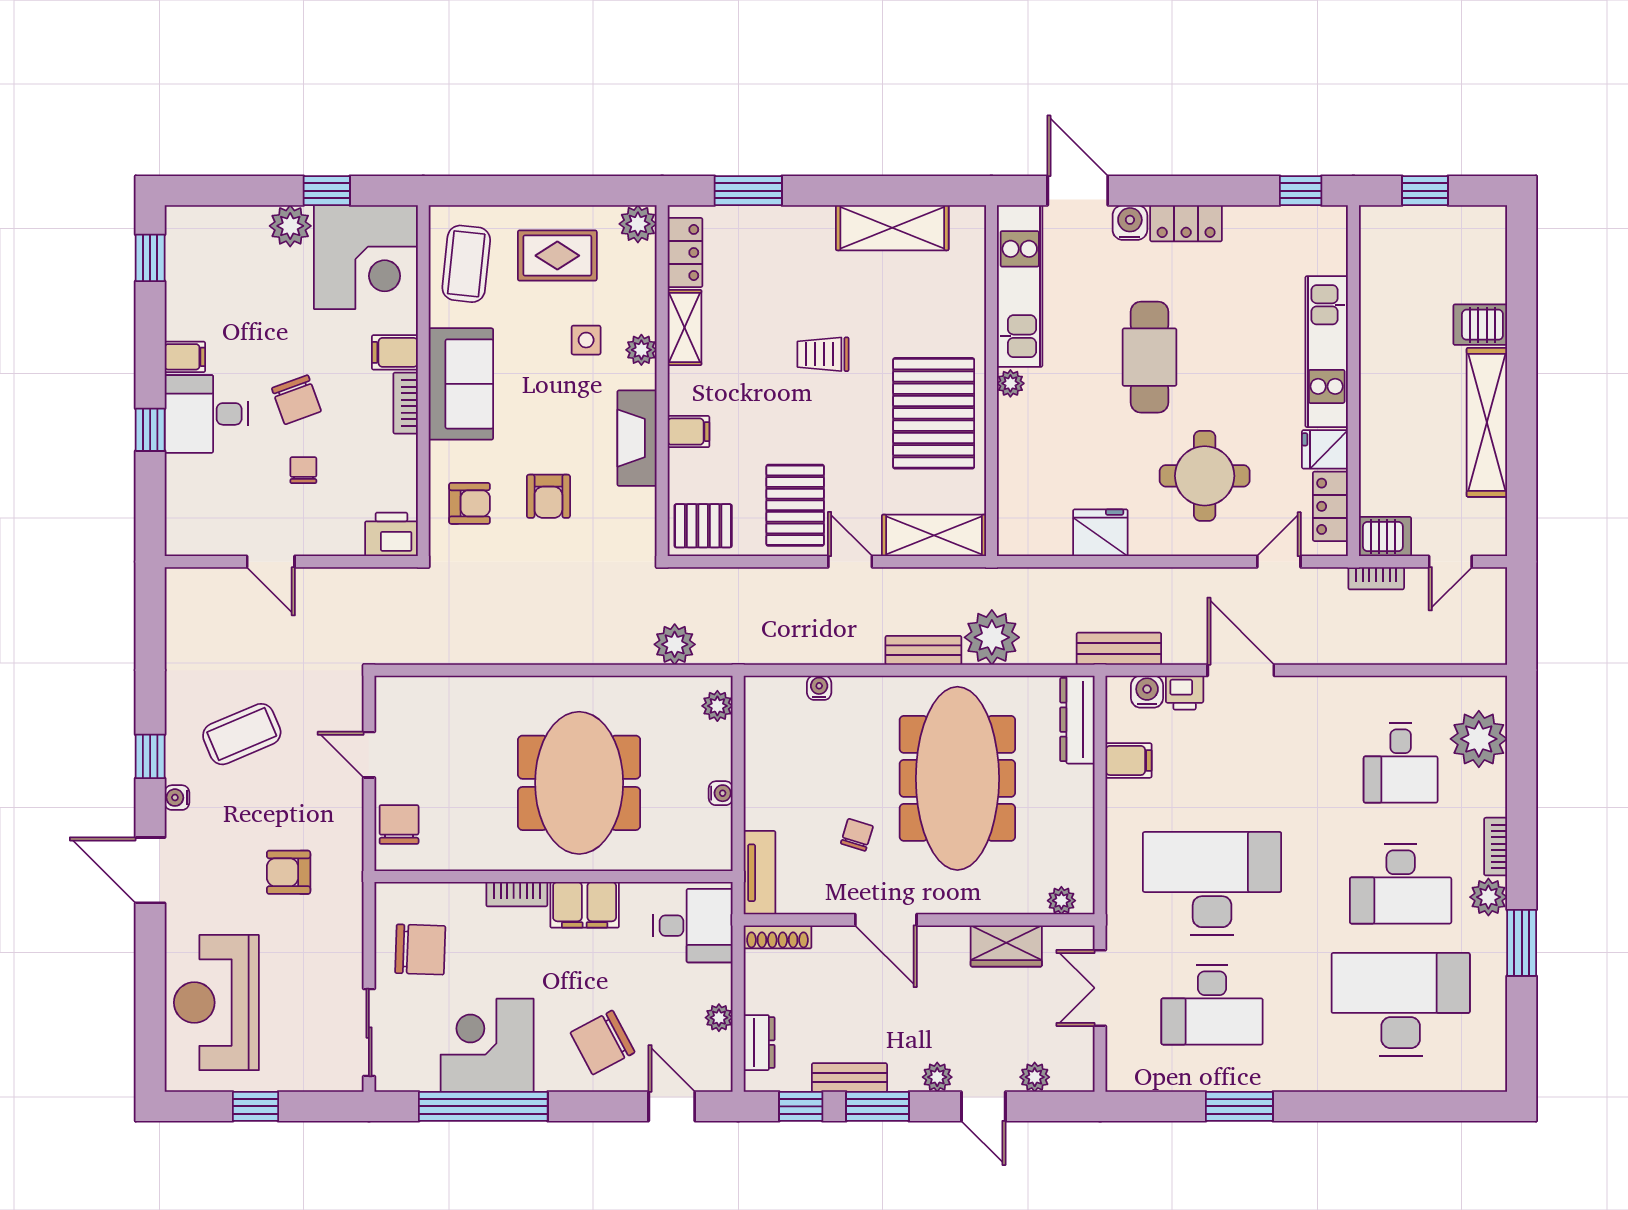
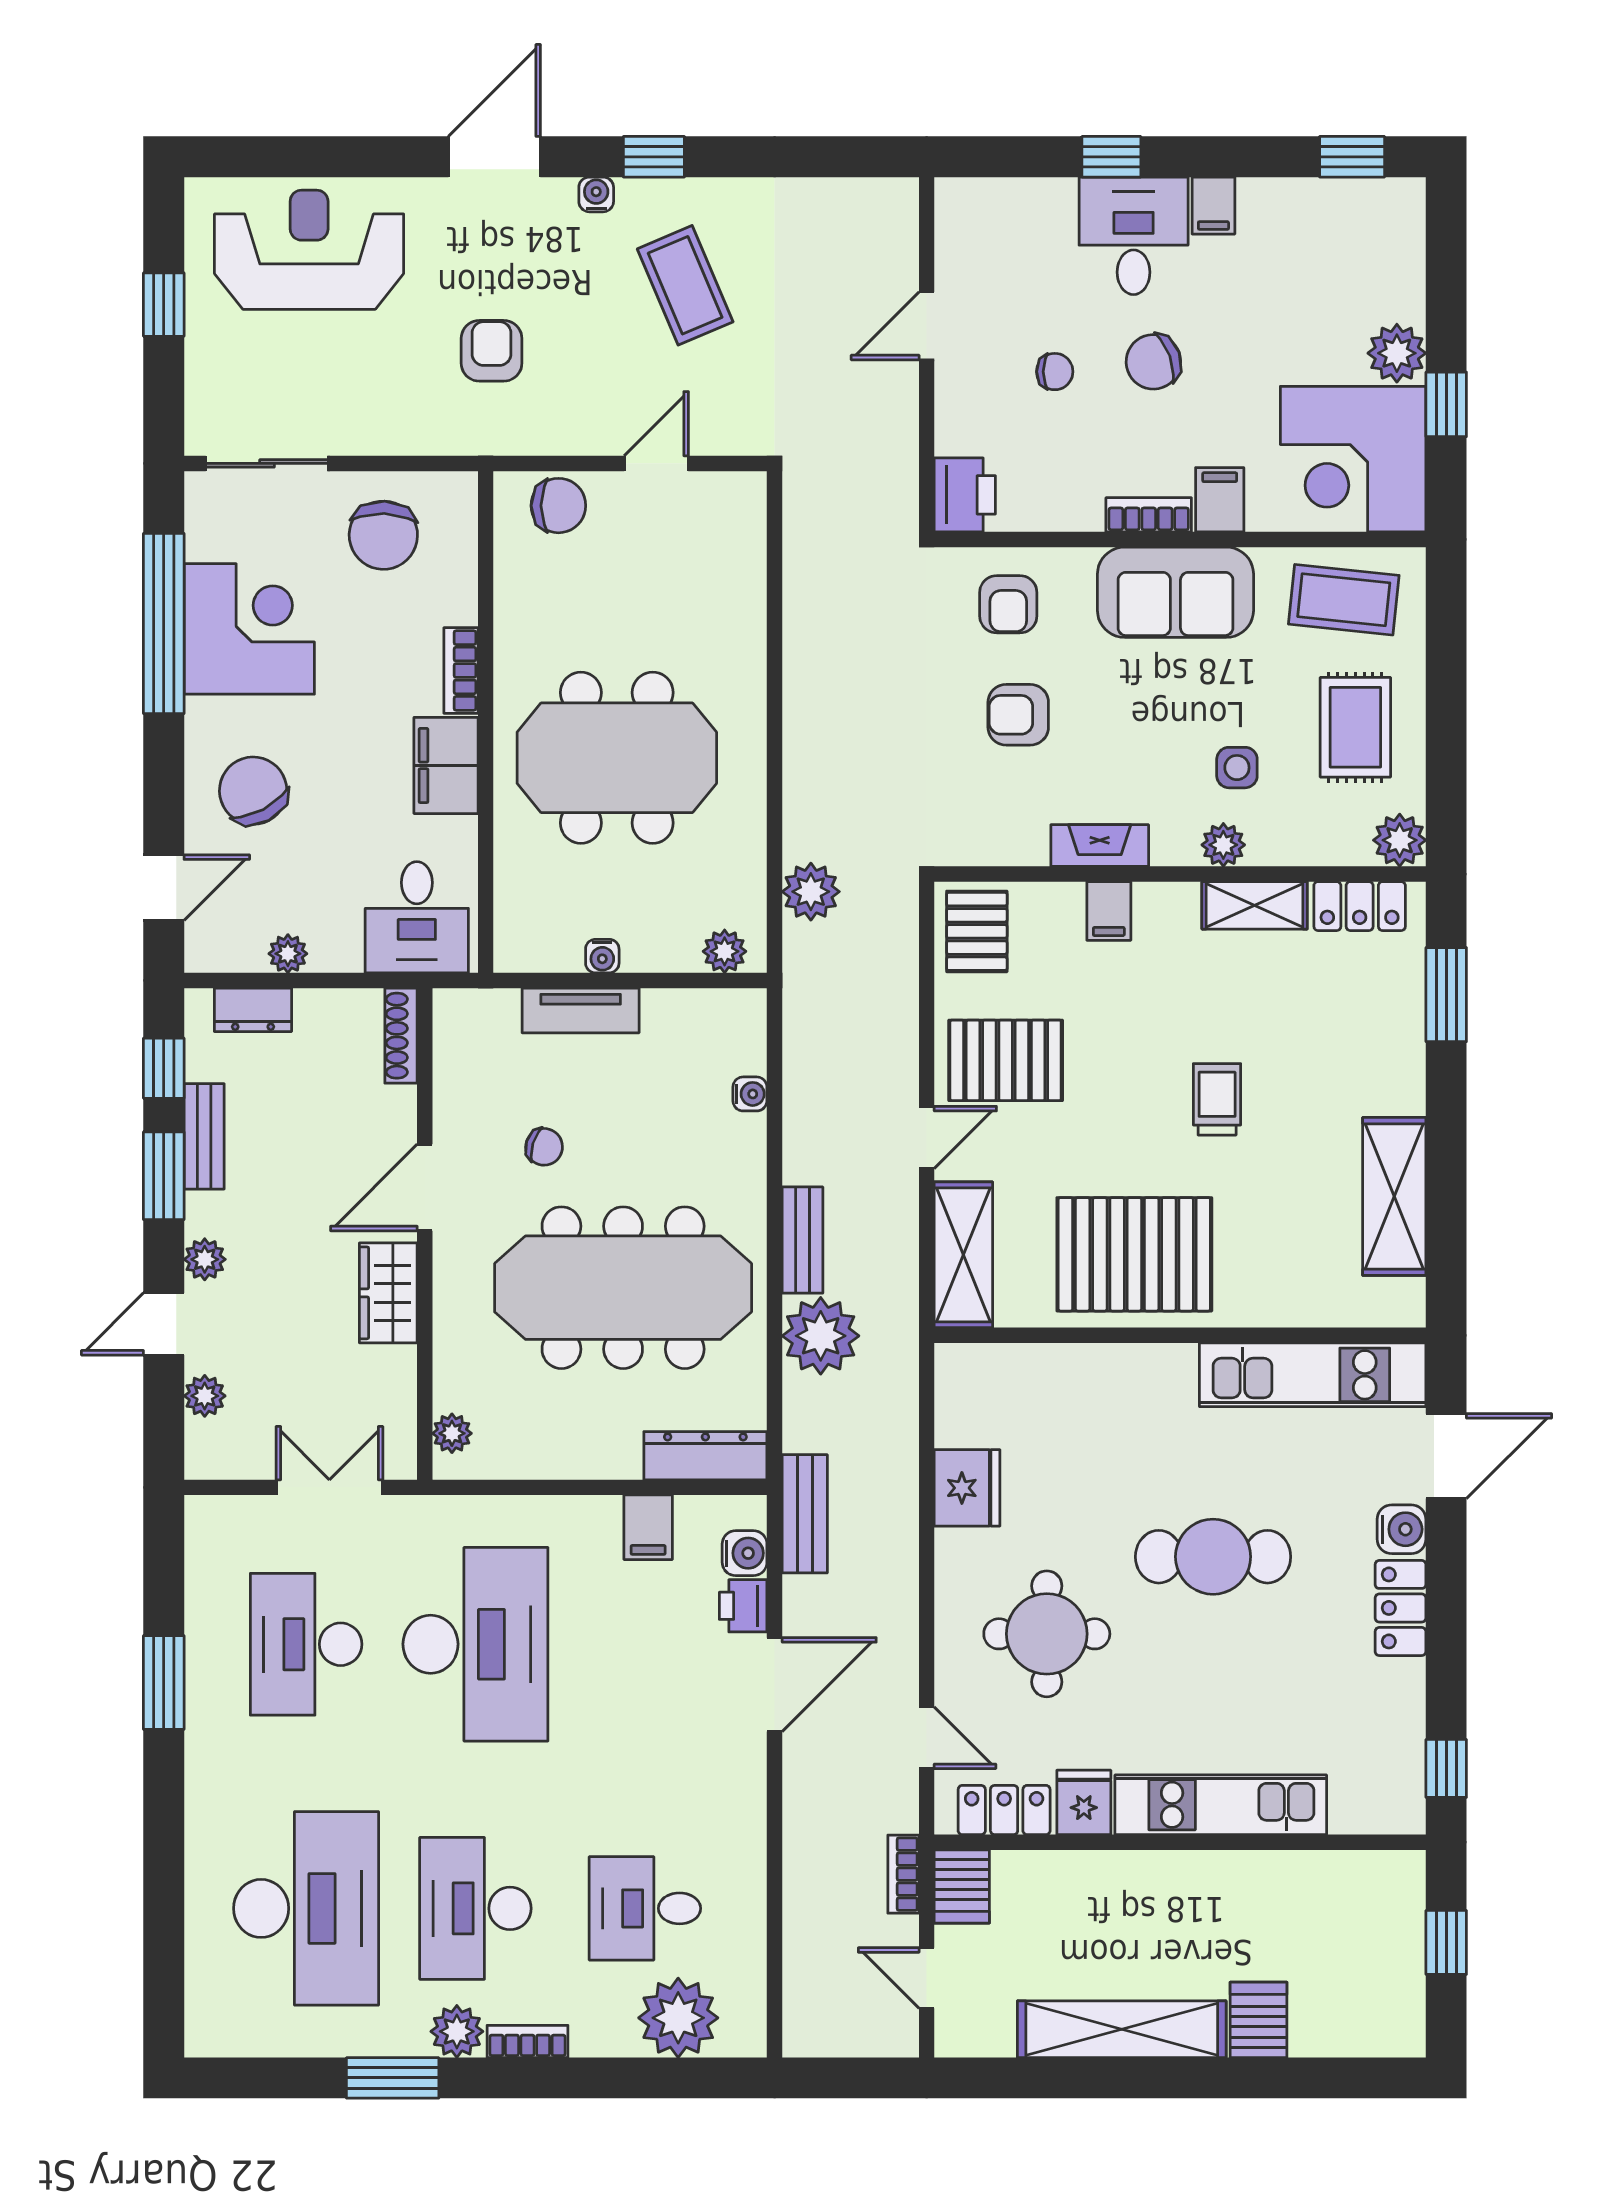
plant: (1010, 383) -> (1176, 1362), removed
fireplace: (637, 438) -> (1100, 846), width x0.73, depth x0.76
tv unit: (760, 873) -> (581, 1010), moved
wardrobe: (1006, 946) -> (388, 1293), moved

